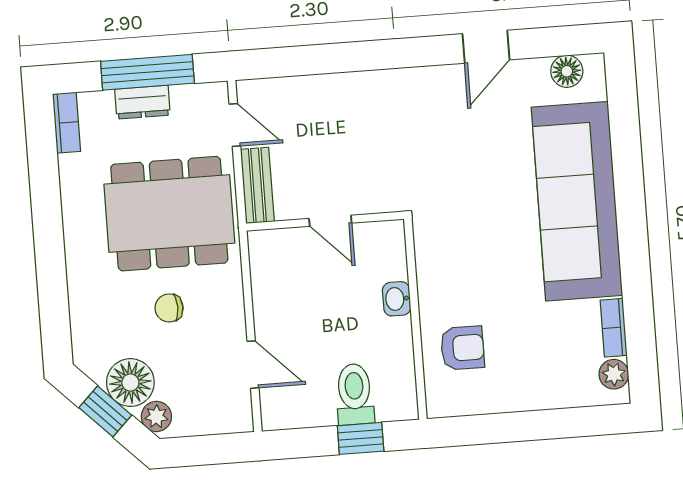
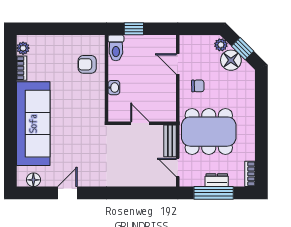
chair: (169, 308) -> (198, 86), moved
toilet: (355, 394) -> (116, 48), moved

